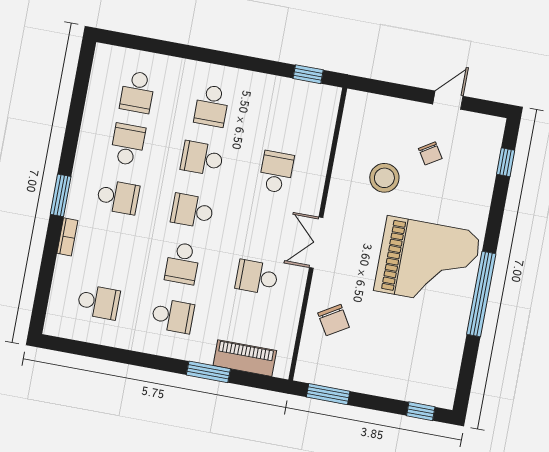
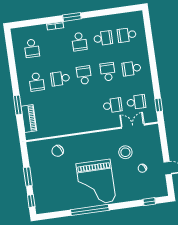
double door: (316, 243) -> (133, 126), moved
school desk: (257, 277) -> (136, 102), moved, turned 90
window: (328, 394) -> (28, 177), moved

